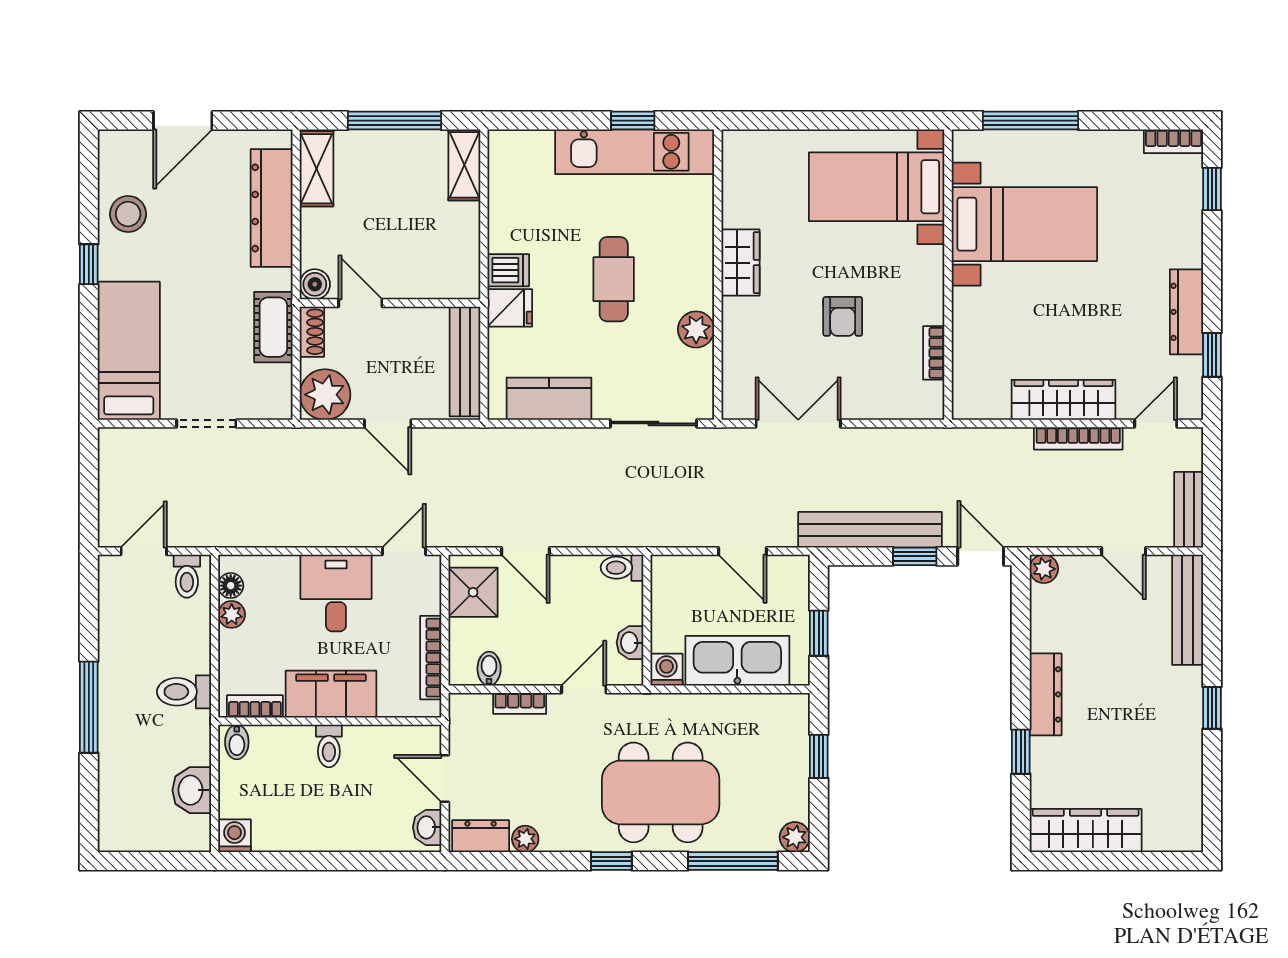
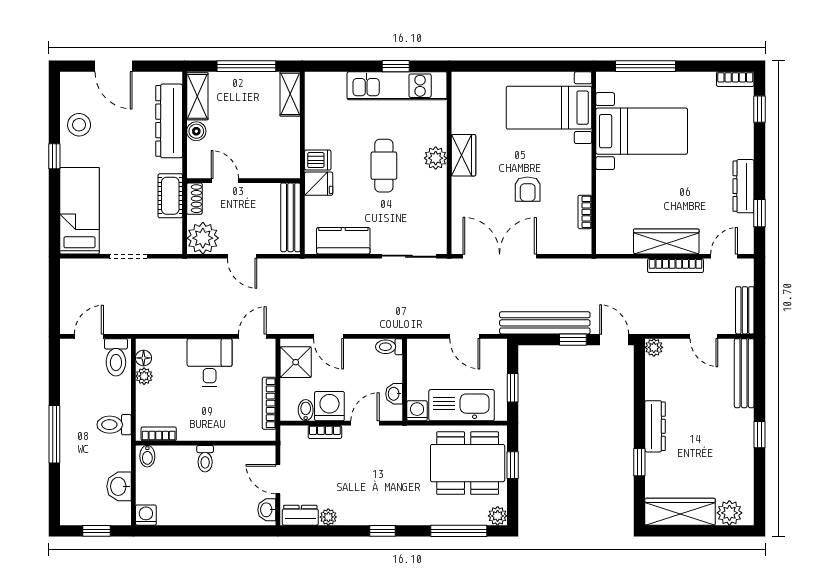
door: (183, 121) -> (113, 66), hinge flipped
boiler: (315, 284) -> (196, 131), moved
plant: (696, 329) -> (436, 158), moved
double door: (798, 423) -> (500, 256), width x1.37
toilet: (187, 576) -> (116, 357), width x1.37, depth x1.39
washing machine: (527, 662) -> (329, 406), added
filing cabinet: (331, 694) -> (206, 426), removed
dining table: (661, 792) -> (468, 463), moved
plant: (1164, 832) -> (729, 513), added
window: (156, 861) -> (97, 531), added

